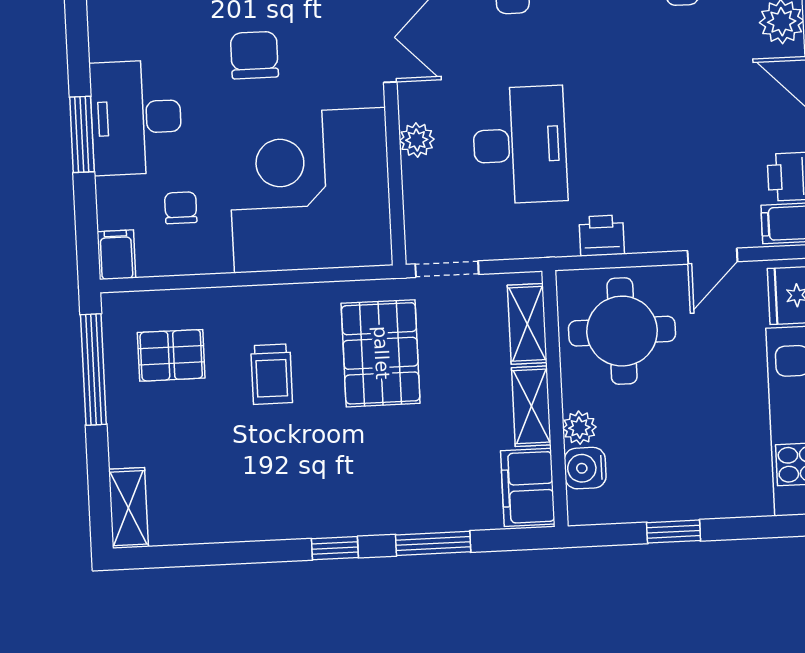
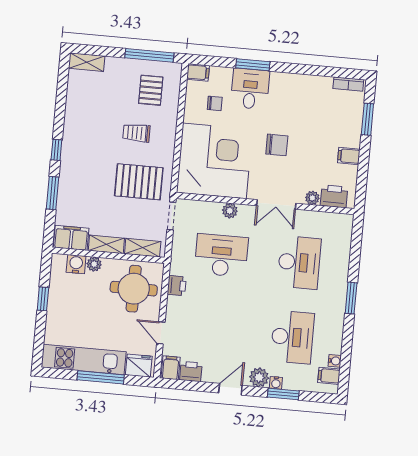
desk: (136, 118) -> (250, 89), width x0.73
desk: (520, 145) -> (221, 255), turned 180

